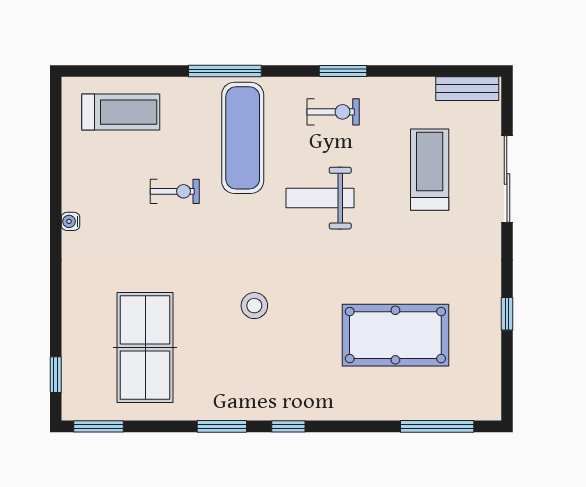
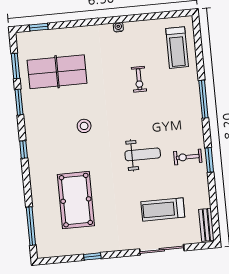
exercise bike: (333, 112) -> (188, 157), turned 90
exercise mat: (243, 138) -> (170, 112), removed
treadmill: (430, 170) -> (163, 209), turned 180
weight bench: (320, 198) -> (143, 154), turned 90
window: (99, 426) -> (16, 66), moved
window: (222, 426) -> (19, 102), moved

